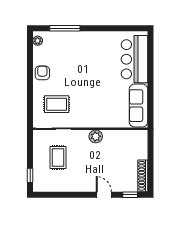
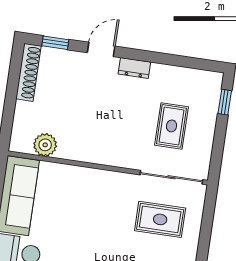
plant: (96, 136) -> (45, 145), moved
dresser: (84, 187) -> (134, 68), added
door: (104, 195) -> (101, 49), swing flipped

